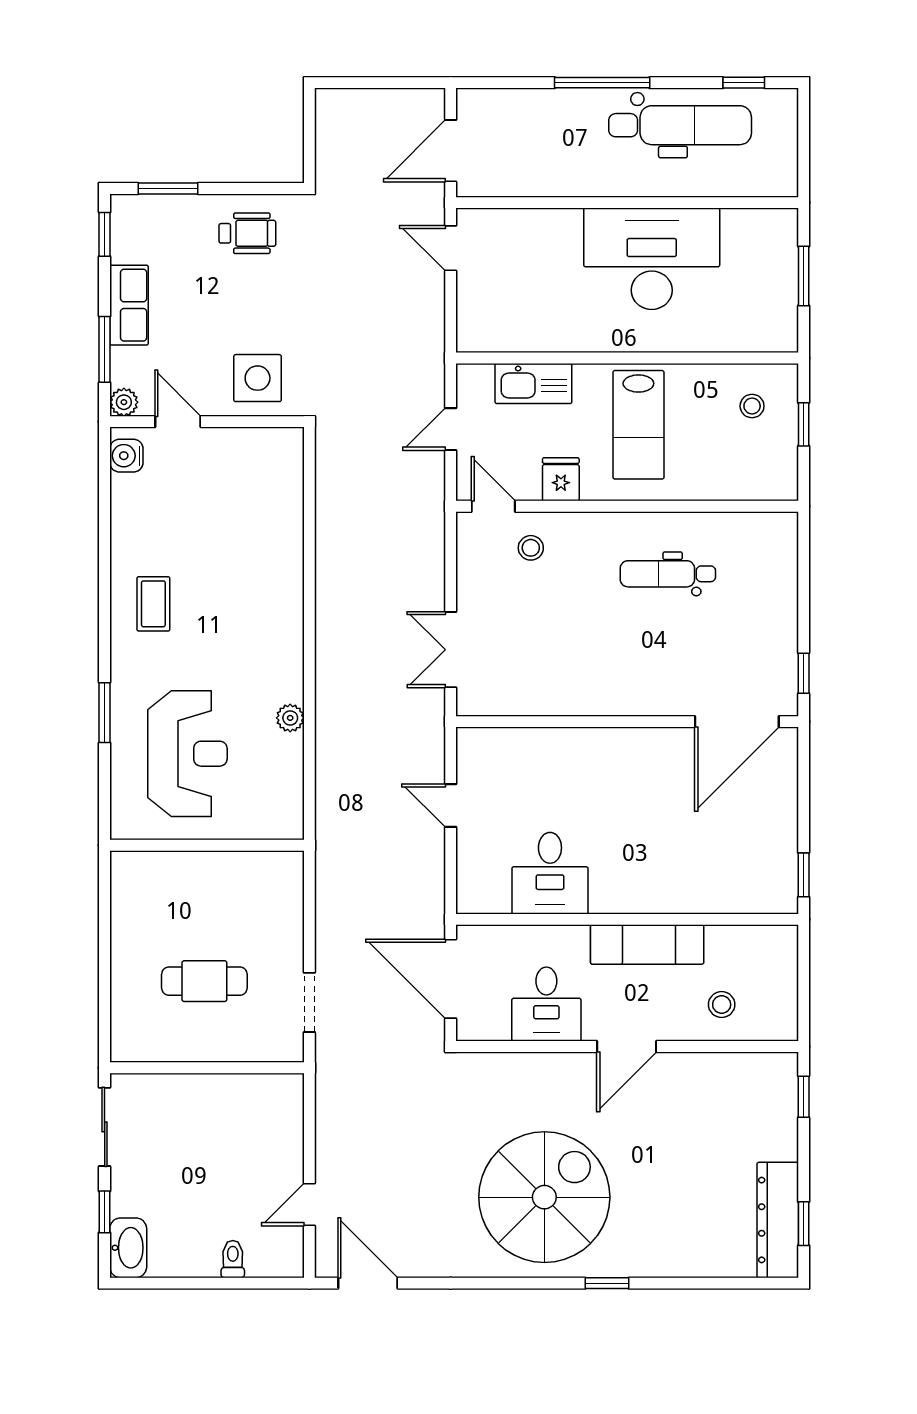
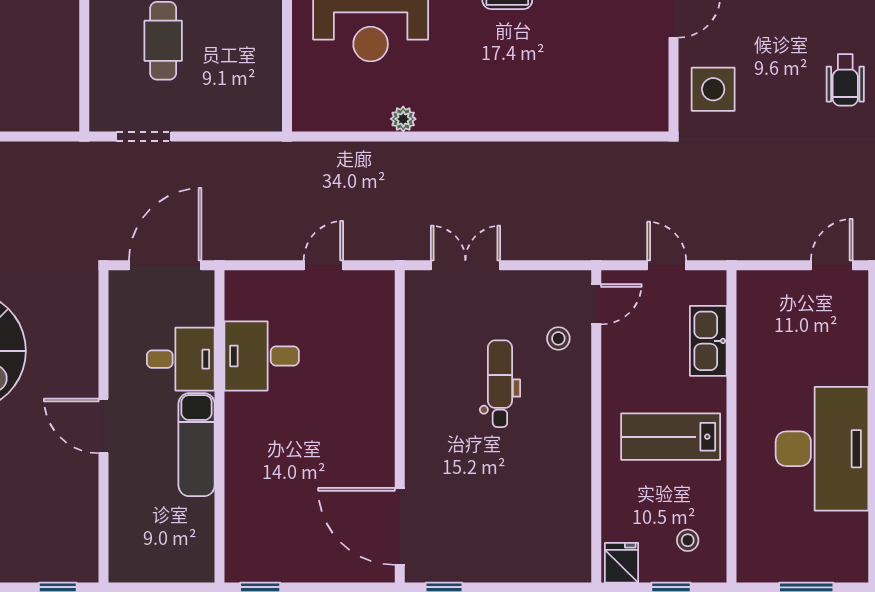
fridge: (561, 479) -> (622, 563), moved, turned -90
dental chair: (668, 574) -> (500, 384), moved
desk: (546, 1004) -> (181, 359), moved, turned 180
stool: (722, 1005) -> (142, 513), removed

